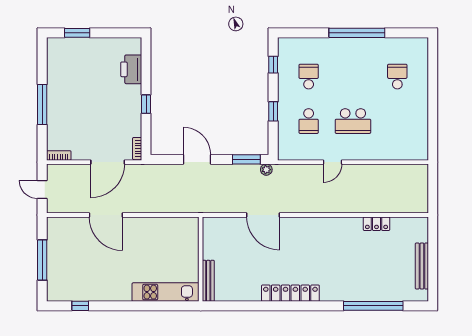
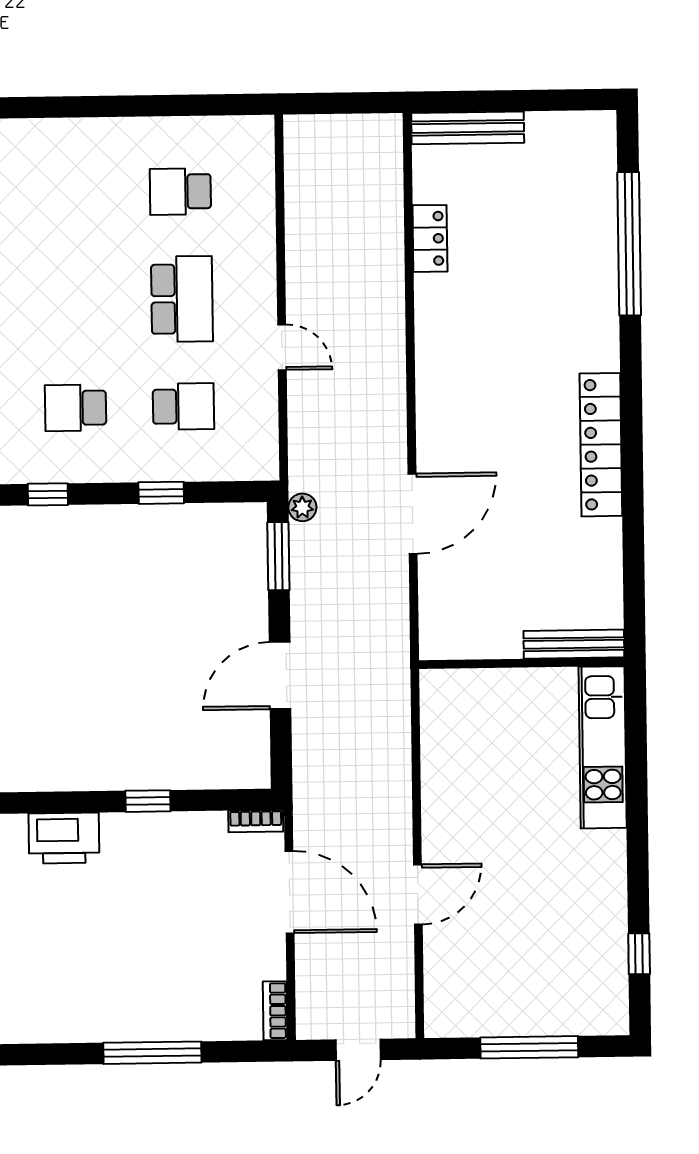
school desk: (397, 77) -> (180, 192), moved
door: (106, 215) -> (418, 894), width x0.73
bench: (422, 266) -> (468, 128), moved

